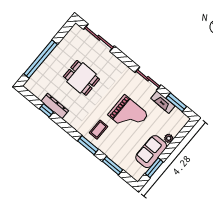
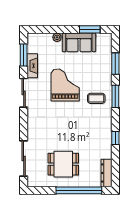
dining table: (81, 78) -> (63, 164), moved, turned 90
dresser: (55, 106) -> (107, 173), moved
window: (46, 110) -> (115, 138), moved

